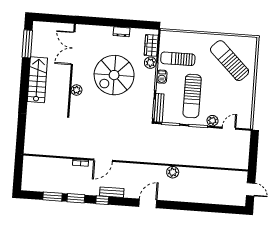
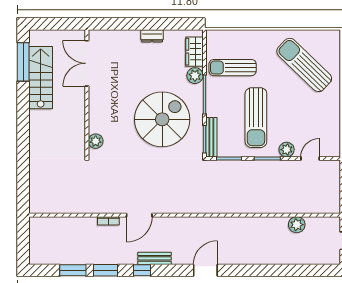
spiral stairs: (114, 75) -> (162, 119), moved, turned 180
barbecue: (162, 77) -> (212, 94), removed
stairs: (37, 80) -> (41, 78), moved
plant: (76, 90) -> (96, 141), moved
plant: (173, 172) -> (297, 225), moved

